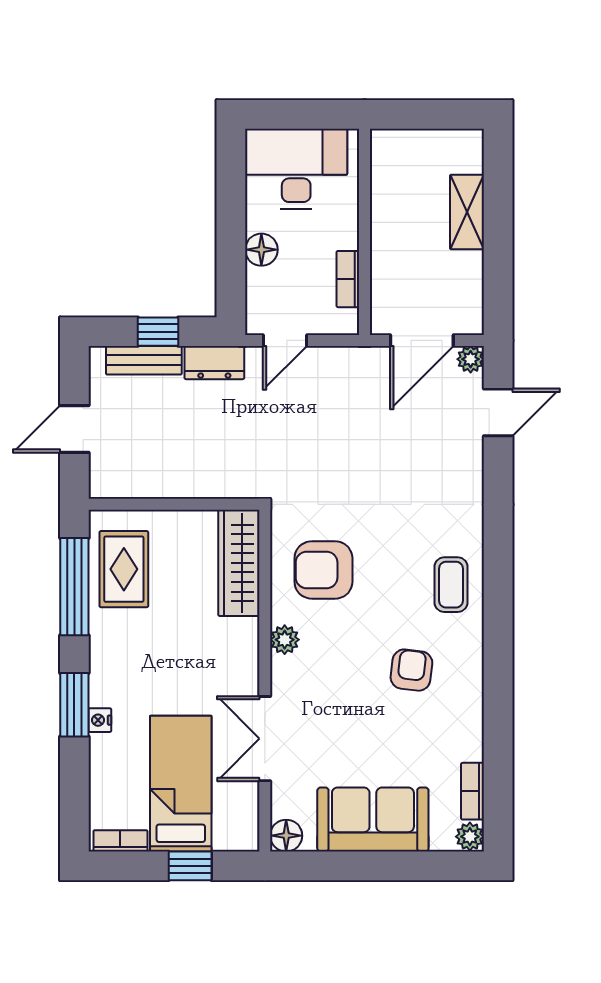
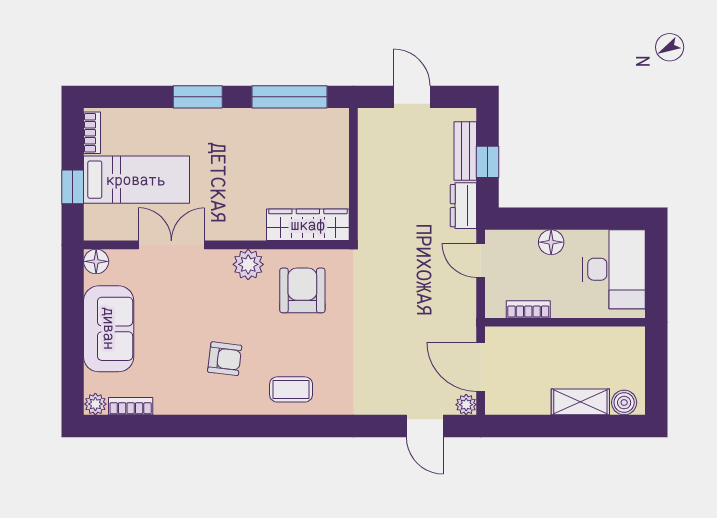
boiler: (468, 156) -> (624, 403), added
rug: (124, 569) -> (303, 135), removed
plant: (285, 640) -> (248, 264), width x1.38, depth x1.38
nightstand: (100, 720) -> (186, 117), removed

